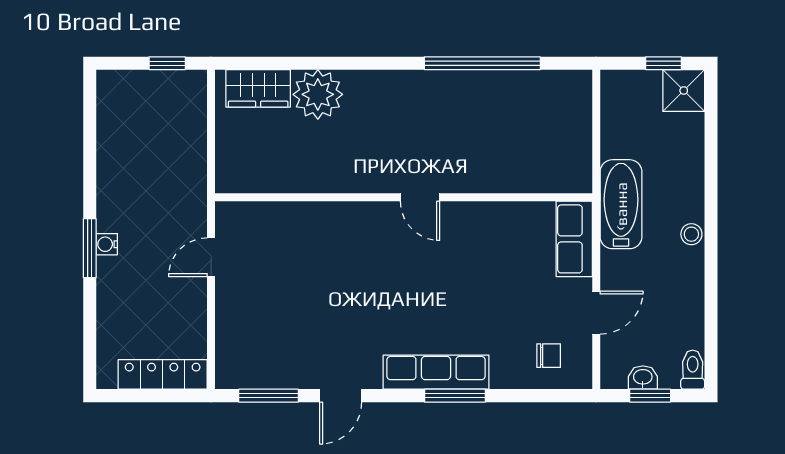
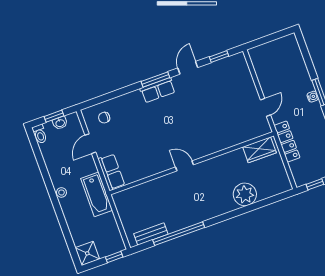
window: (664, 63) -> (114, 257), moved
bench: (539, 83) -> (151, 234), added
wardrobe: (258, 88) -> (259, 150), moved, turned 180
row of seats: (436, 372) -> (158, 90), width x0.68
locker: (163, 374) -> (287, 142), moved, turned -90
window: (269, 396) -> (219, 56), width x0.67
window: (455, 396) -> (155, 80), moved

